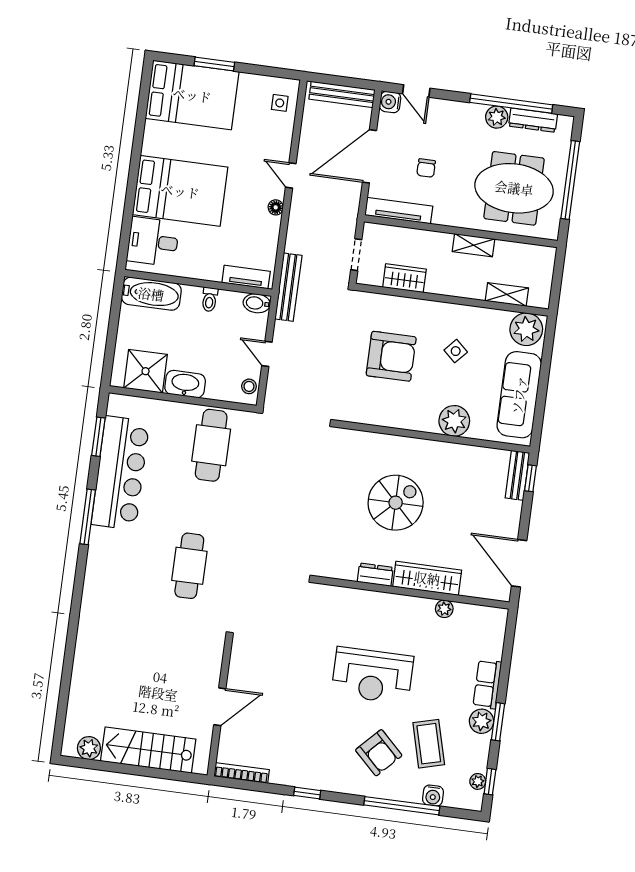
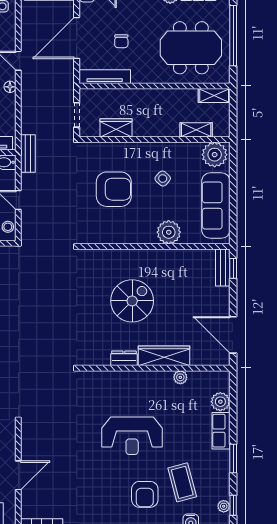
shelving: (474, 245) -> (214, 96), moved
bench: (288, 287) -> (28, 154), width x0.73
plant: (482, 721) -> (220, 402), moved
armchair: (379, 753) -> (145, 494), turned 46

